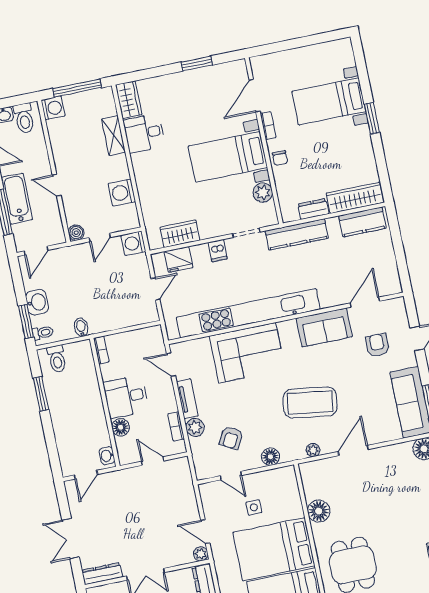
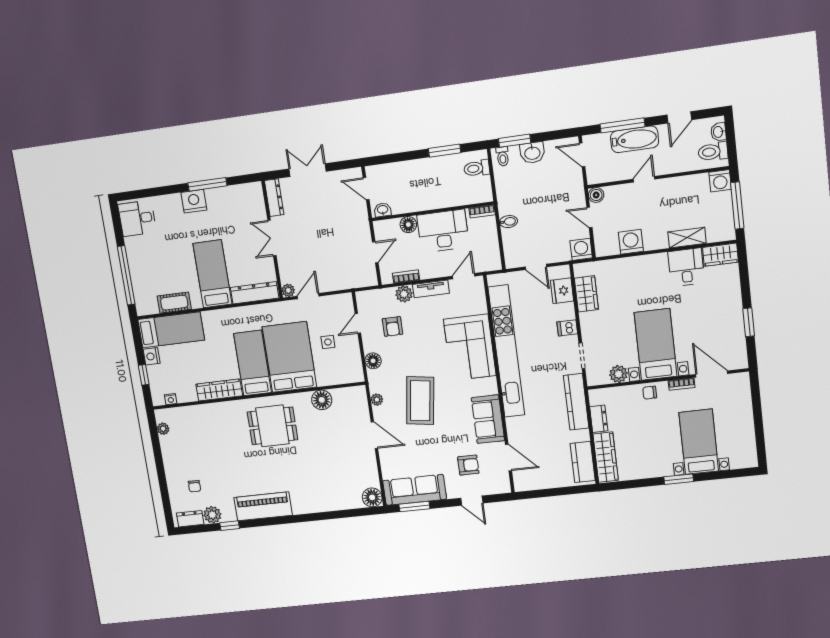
bidet: (81, 327) -> (508, 222), moved
desk: (126, 397) -> (443, 231), width x1.37
armchair: (231, 438) -> (393, 326), turned -119

